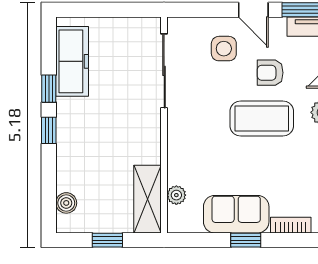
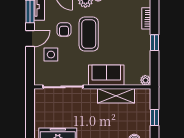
plant: (176, 195) -> (145, 80), moved
shelving: (148, 199) -> (116, 96), moved
sofa: (236, 214) -> (106, 75), moved, turned 90

